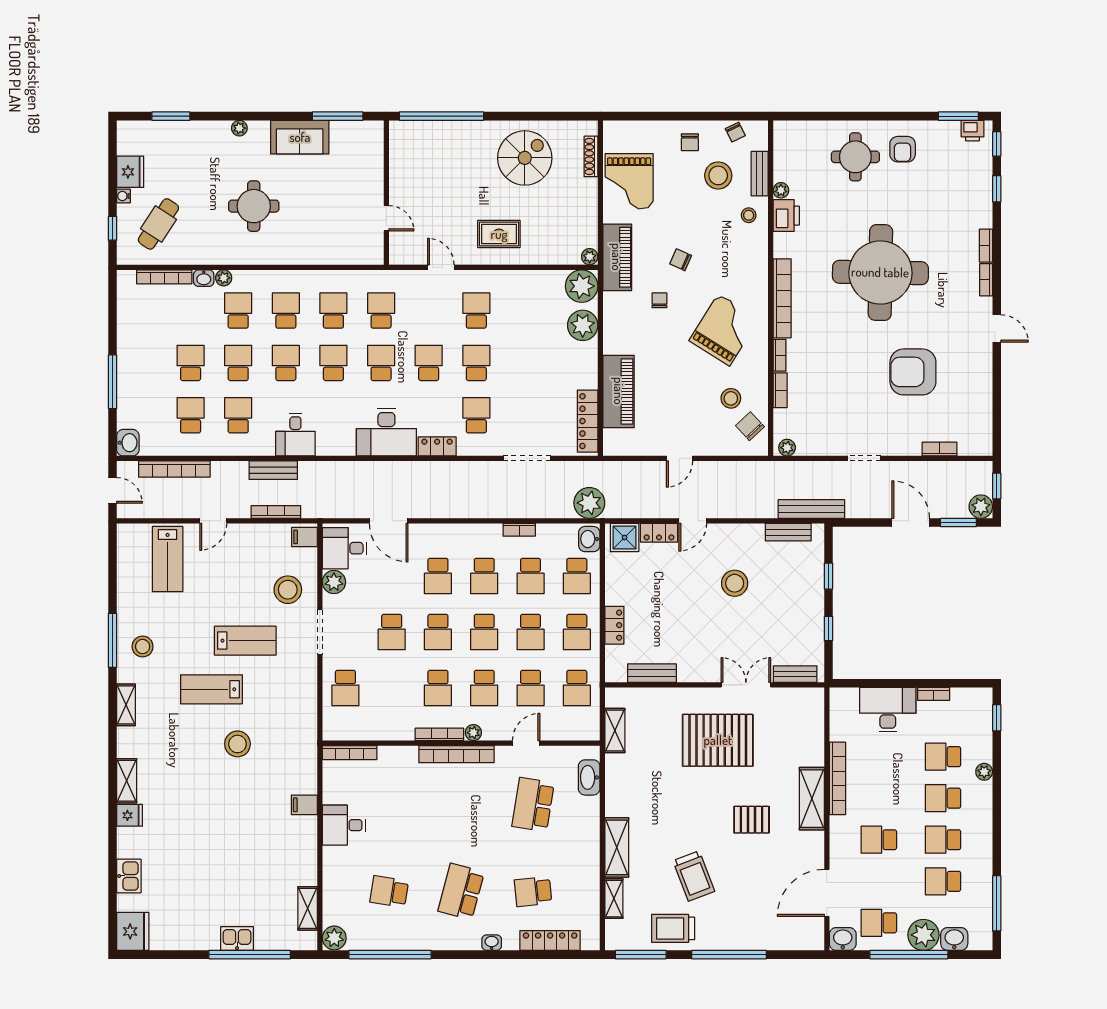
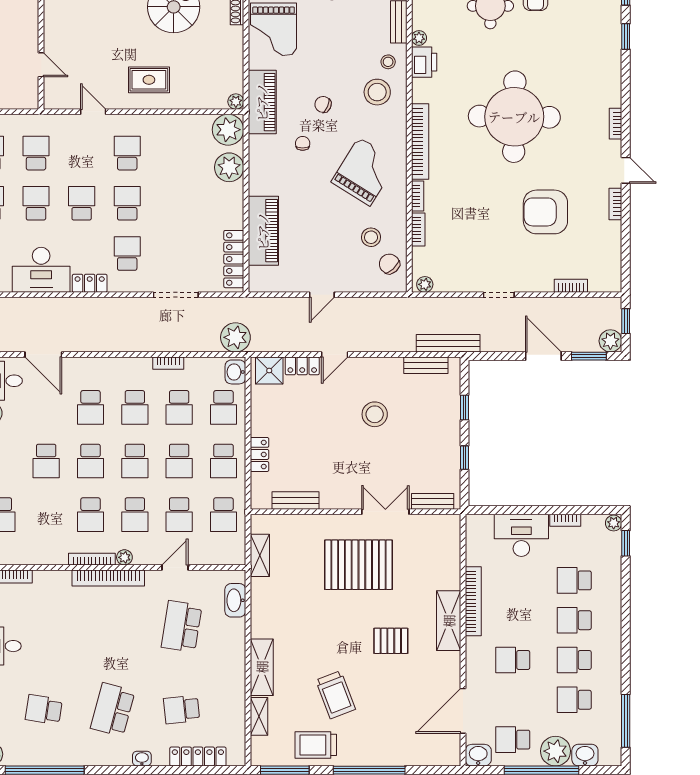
stool: (718, 175) -> (377, 92), moved
bookcase: (986, 246) -> (615, 204), moved
plant: (984, 772) -> (614, 523), moved

